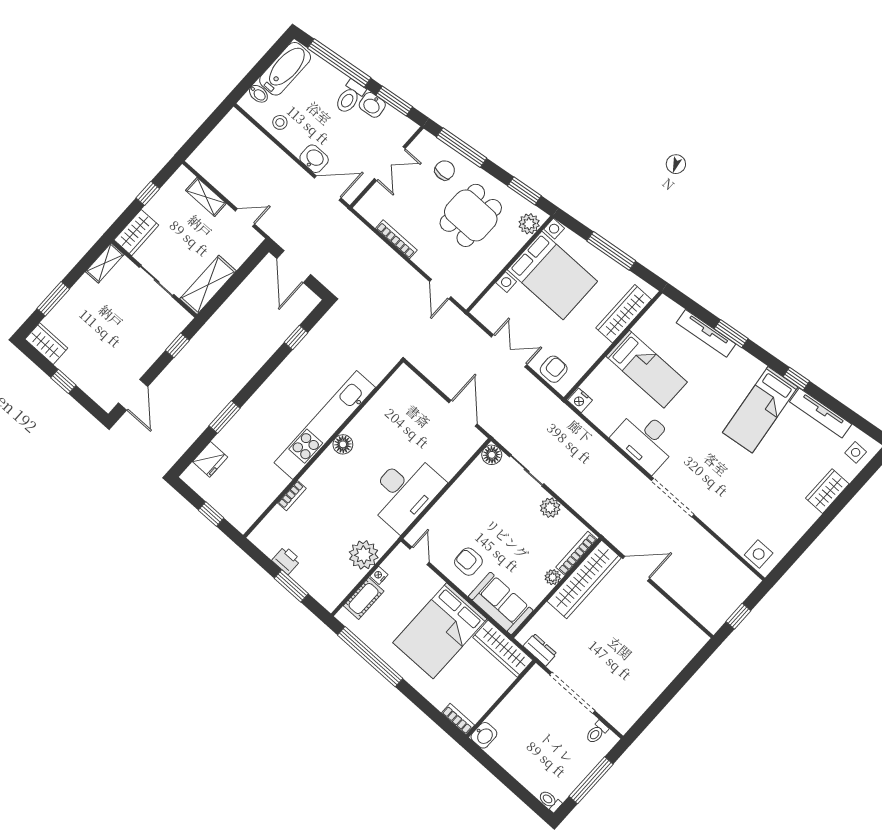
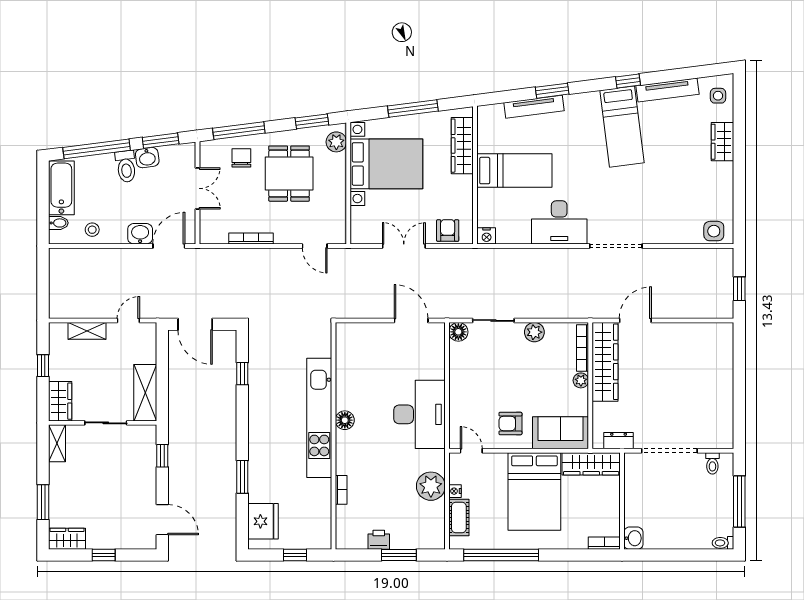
fridge: (210, 459) -> (263, 521), width x1.36, depth x1.34

